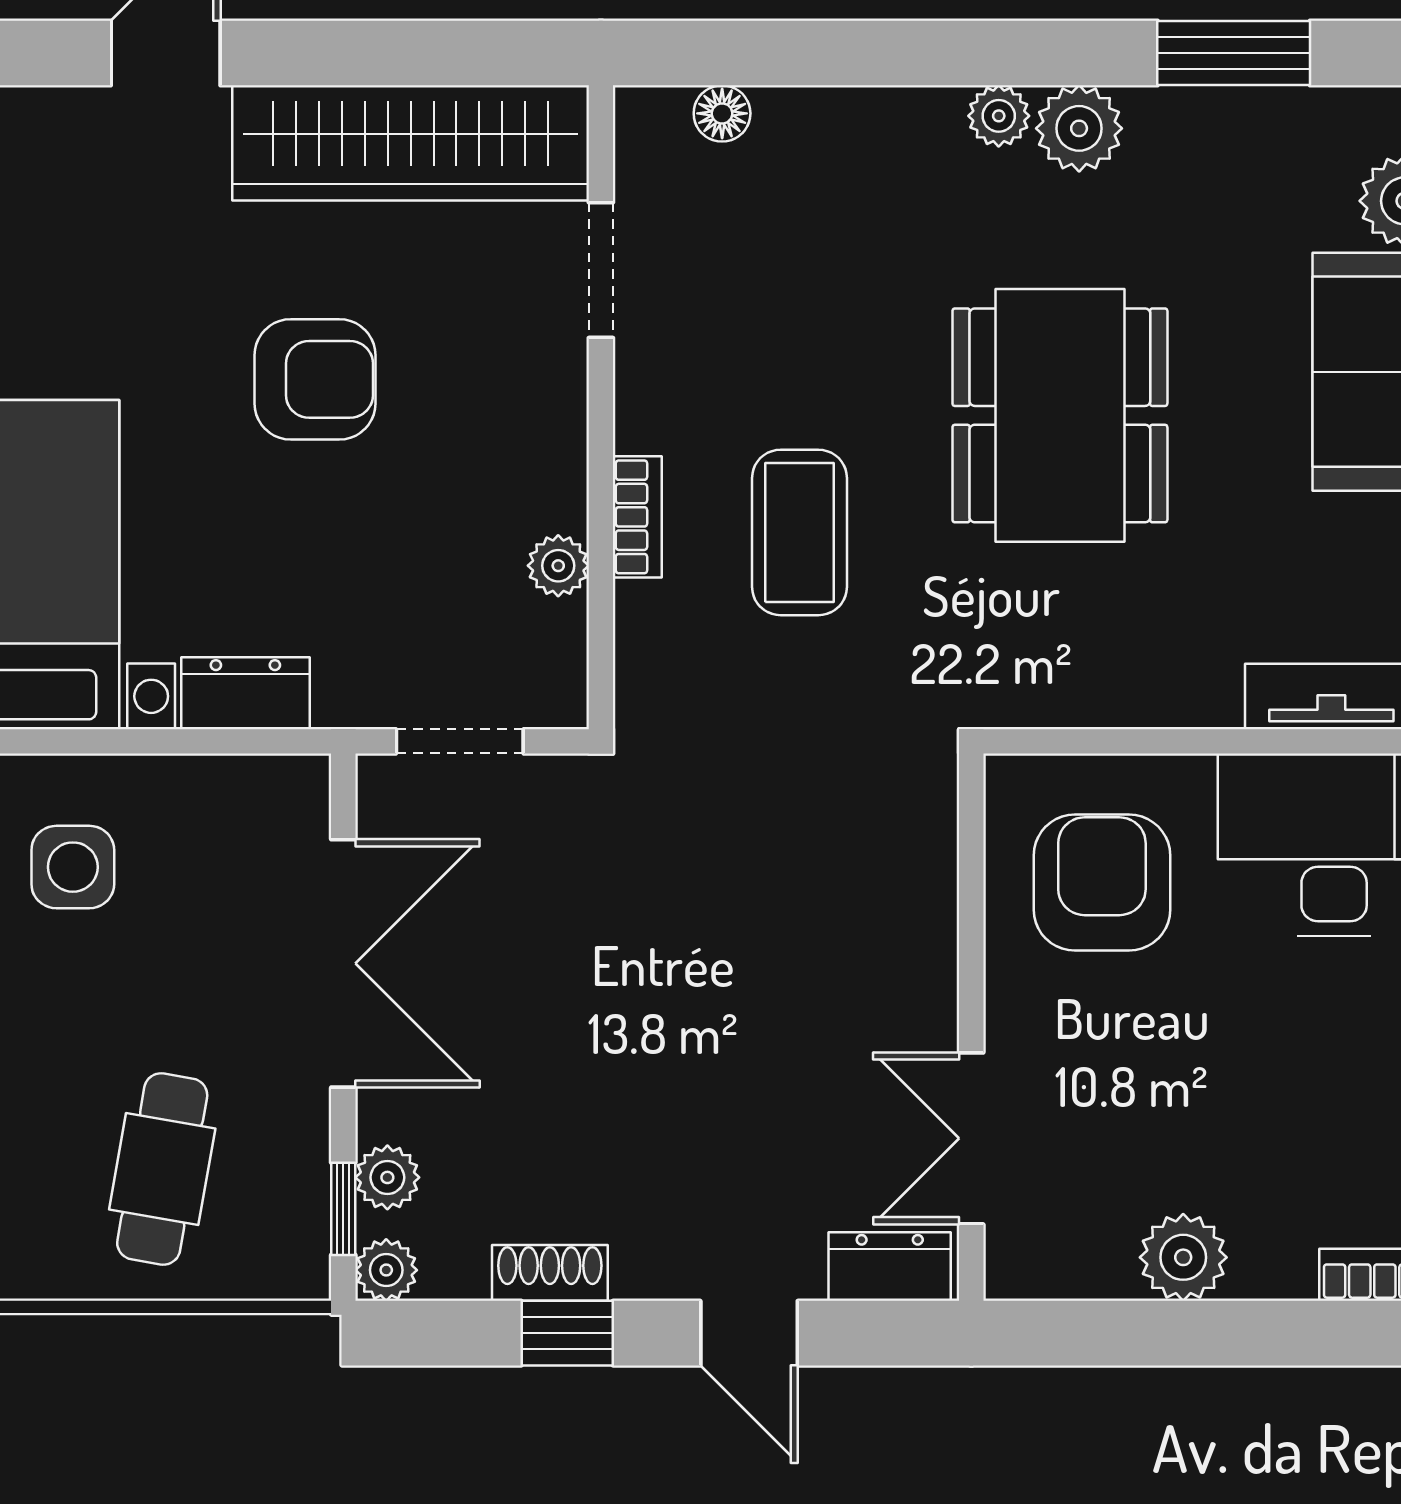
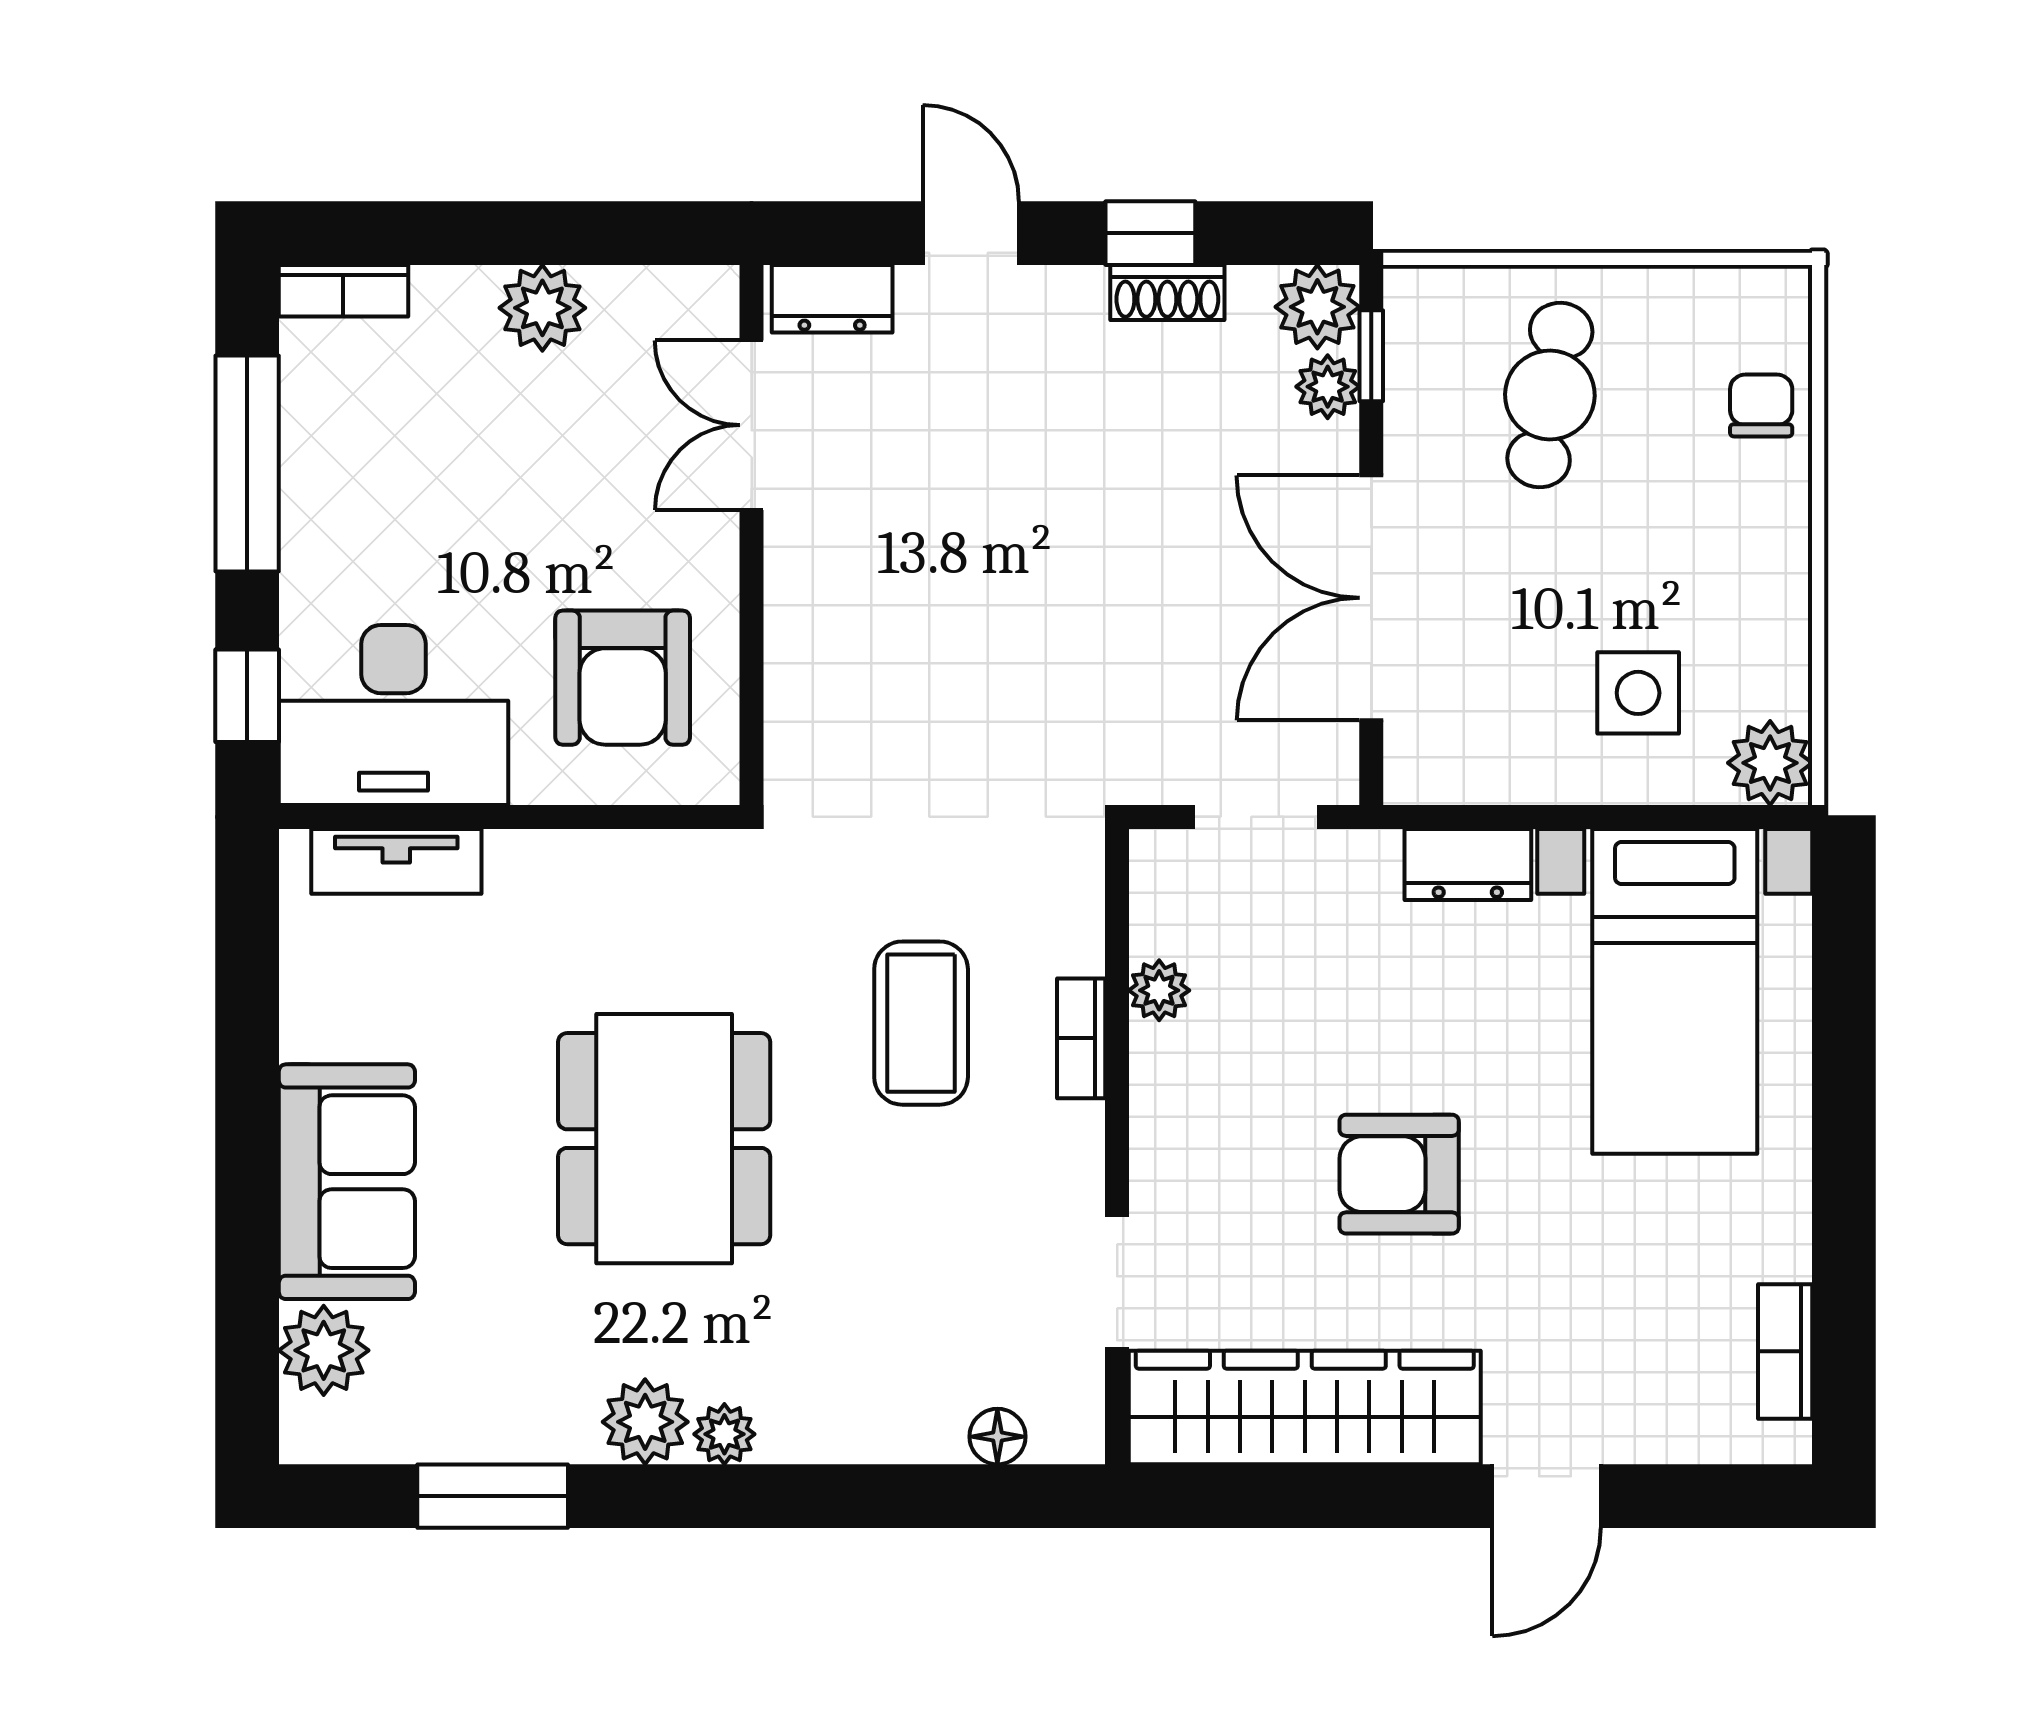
double door: (971, 1138) -> (752, 425), swing flipped
plant: (386, 1270) -> (1317, 307), width x1.38, depth x1.38

